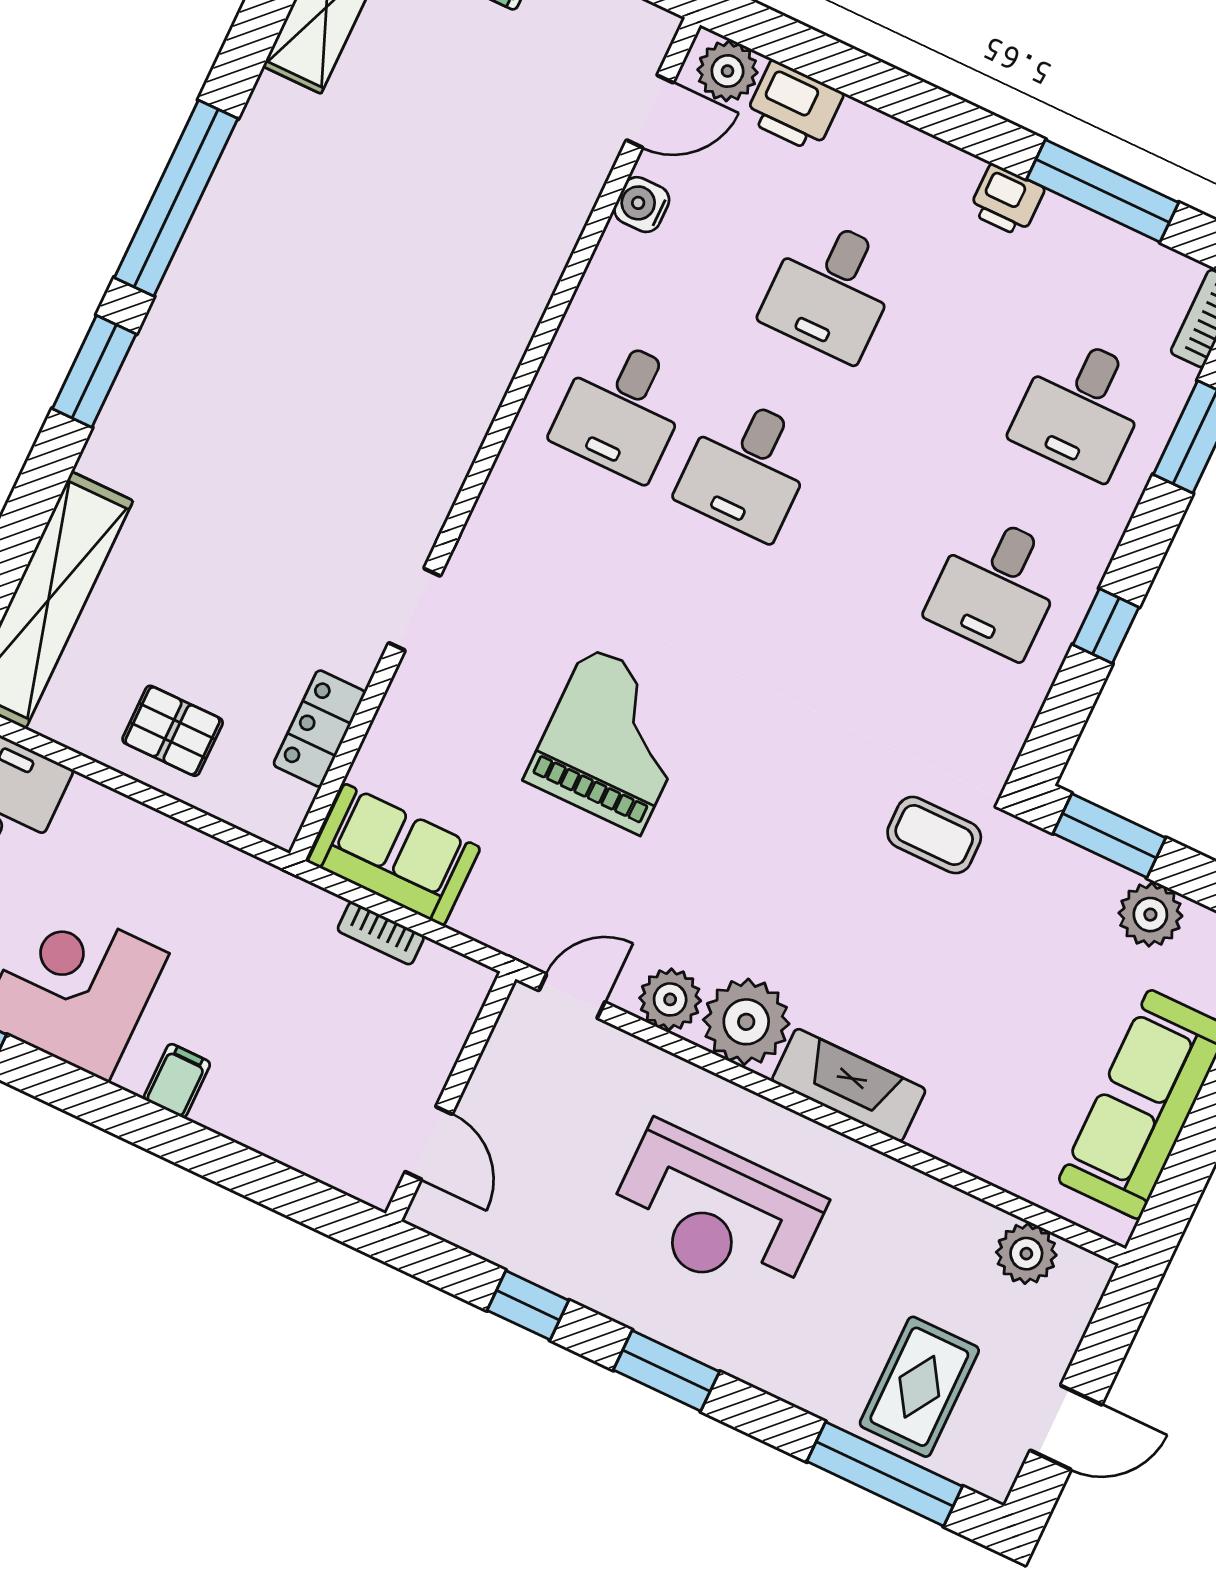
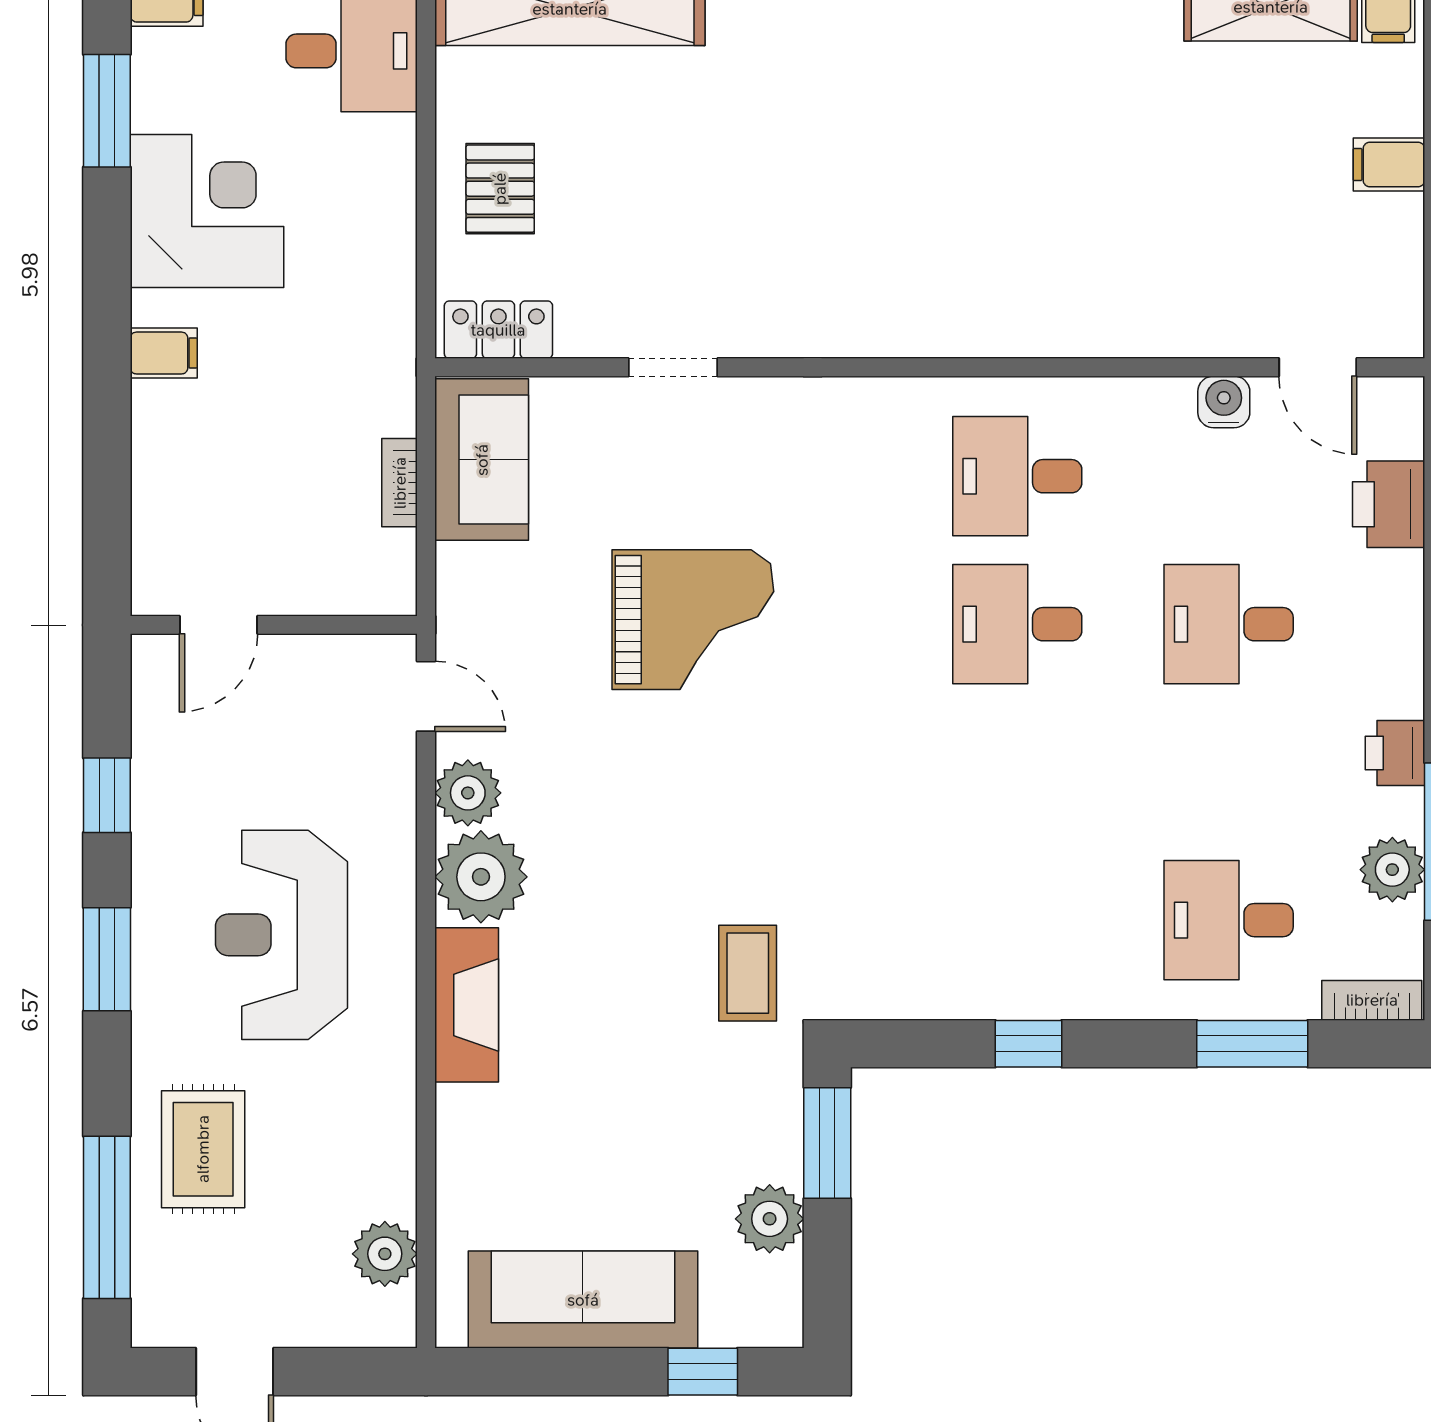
plant: (727, 71) -> (1392, 870), moved
desk: (997, 586) -> (1017, 920), removed
doorway: (415, 609) -> (673, 367), moved
locker: (319, 729) -> (498, 330), moved
rug: (919, 1387) -> (203, 1149), moved, turned 90

